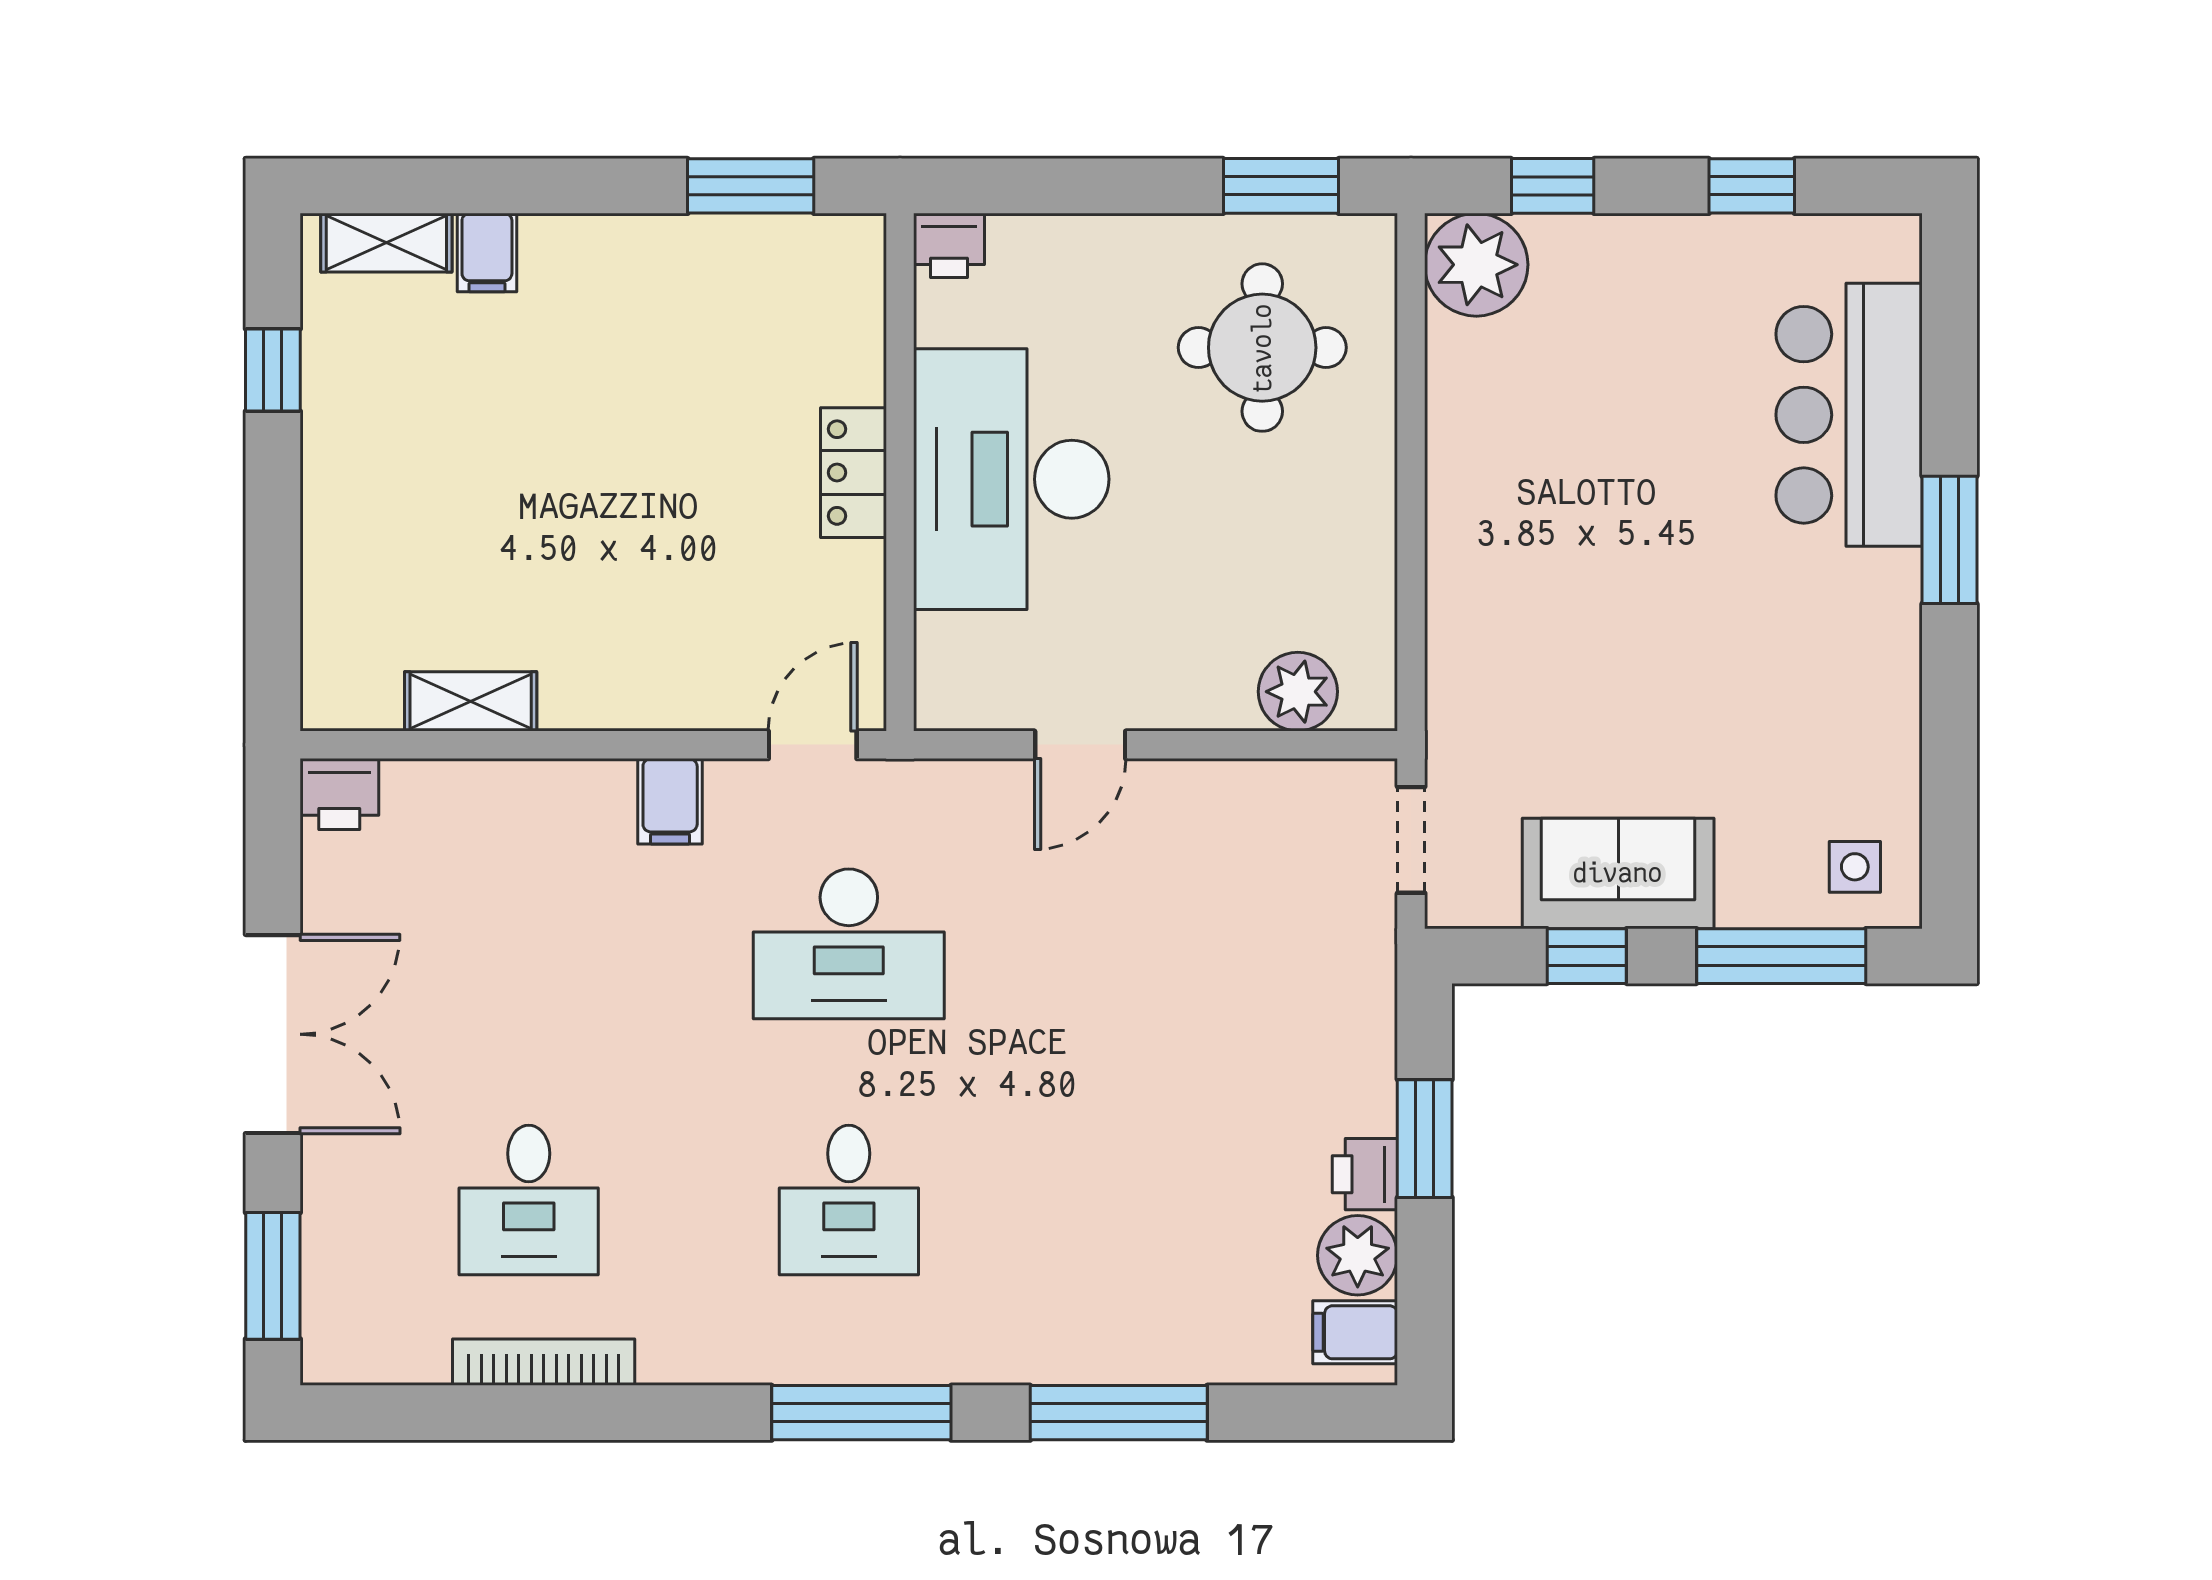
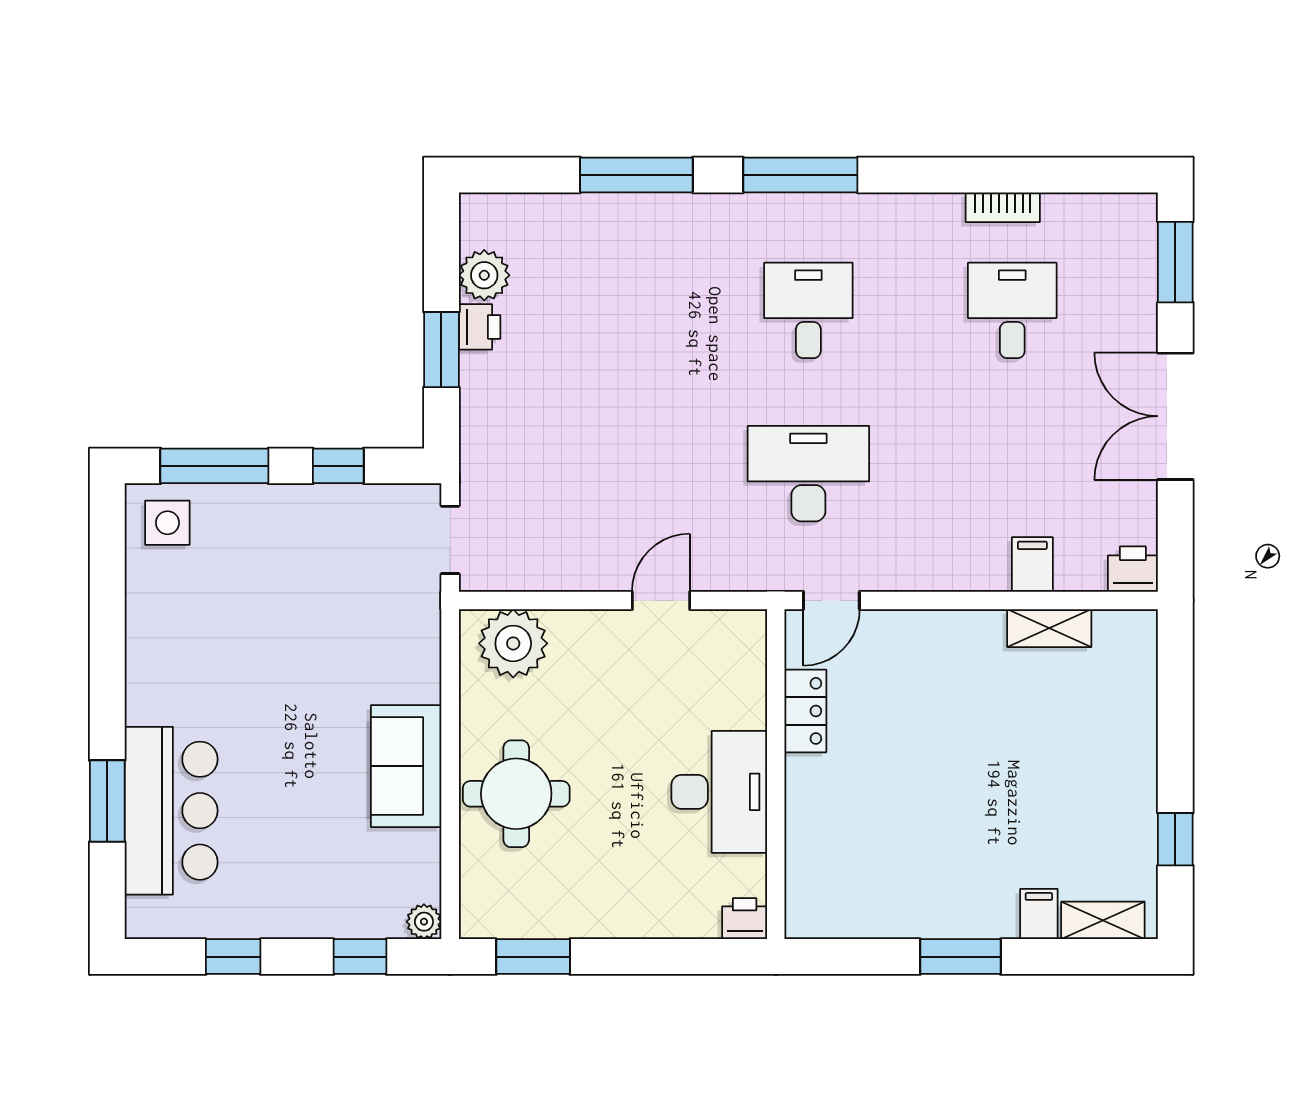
window: (751, 186) -> (960, 957), moved
plant: (1476, 265) -> (424, 922), width x0.53, depth x0.53
round table: (1262, 348) -> (516, 794), moved
locker: (853, 473) -> (805, 711), moved
desk: (1011, 479) -> (719, 792), width x0.73, depth x0.77
window: (1949, 540) -> (107, 801), moved
plant: (1298, 692) -> (513, 643), width x1.36, depth x1.36
filing cabinet: (670, 801) -> (1032, 564), moved
side table: (1855, 867) -> (167, 523), width x1.37, depth x1.37
sofa: (1618, 873) -> (406, 766), moved, turned 90
filing cabinet: (1355, 1332) -> (486, 226), removed
bookcase: (544, 1362) -> (1003, 207), width x0.64

